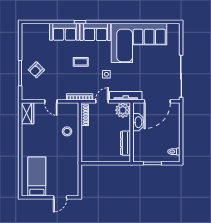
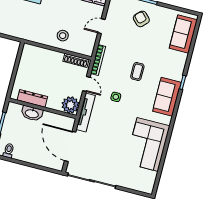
sofa: (65, 32) -> (183, 34), moved
corner sofa: (139, 43) -> (148, 144), width x0.73, depth x0.74
washbasin: (138, 122) -> (32, 113), moved

